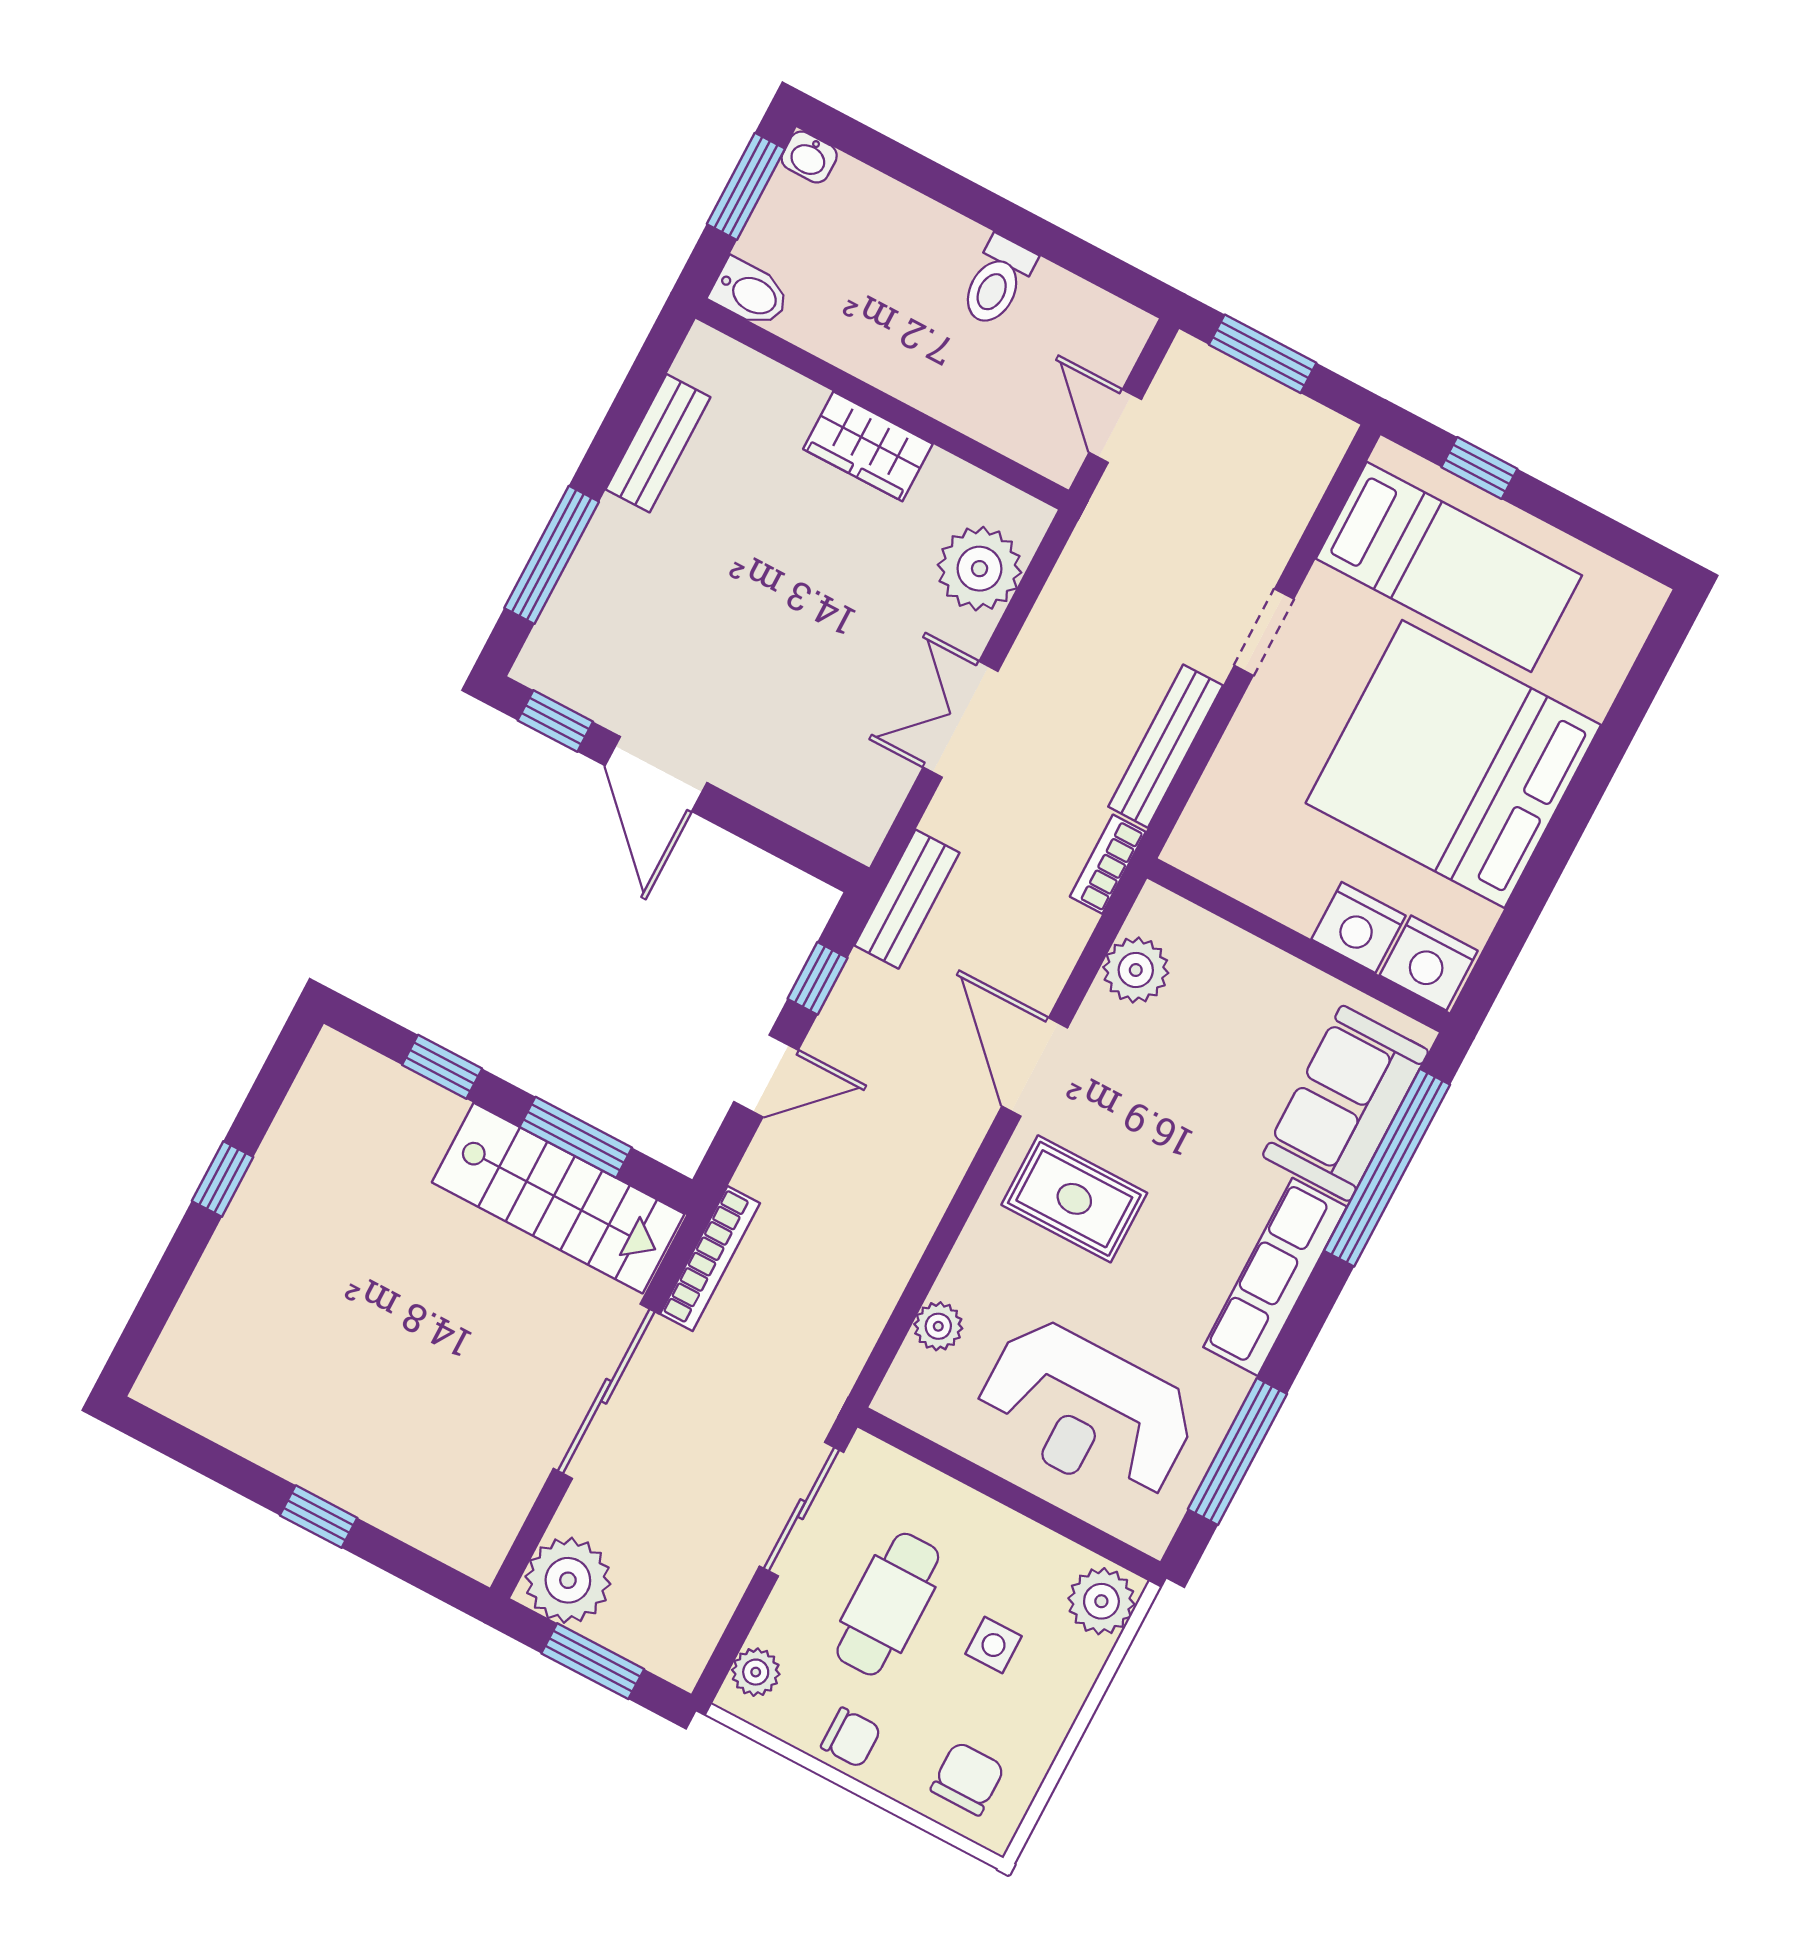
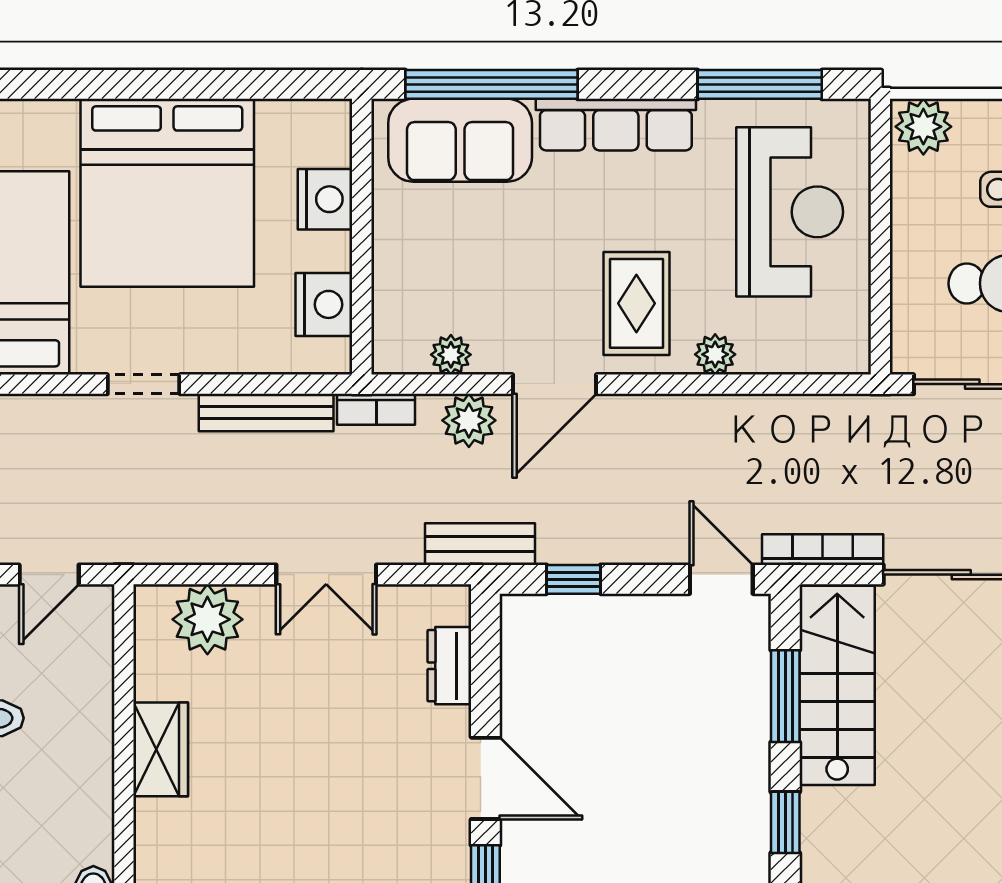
door: (656, 774) -> (485, 778), hinge flipped
dresser: (795, 799) -> (449, 666), added
plant: (1044, 956) -> (469, 420), added
nightstand: (1429, 963) -> (324, 304), moved
plant: (1136, 970) -> (451, 355), width x0.73, depth x0.73
door: (766, 1076) -> (721, 579), moved
plant: (938, 1326) -> (715, 354), moved

